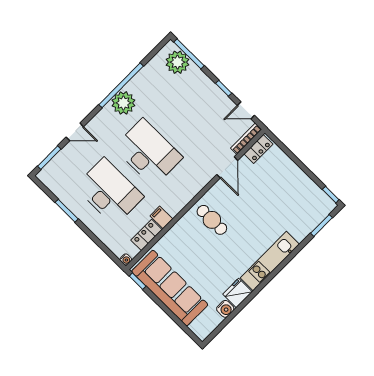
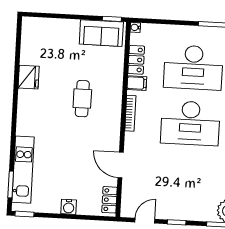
bookcase: (246, 139) -> (130, 113), moved
cafe table: (212, 220) -> (82, 99), moved, turned 90
kitchen unit: (270, 261) -> (23, 170), moved
sofa: (170, 288) -> (101, 33), width x0.54, depth x0.79
water cooler: (225, 309) -> (69, 207), moved, turned -90

